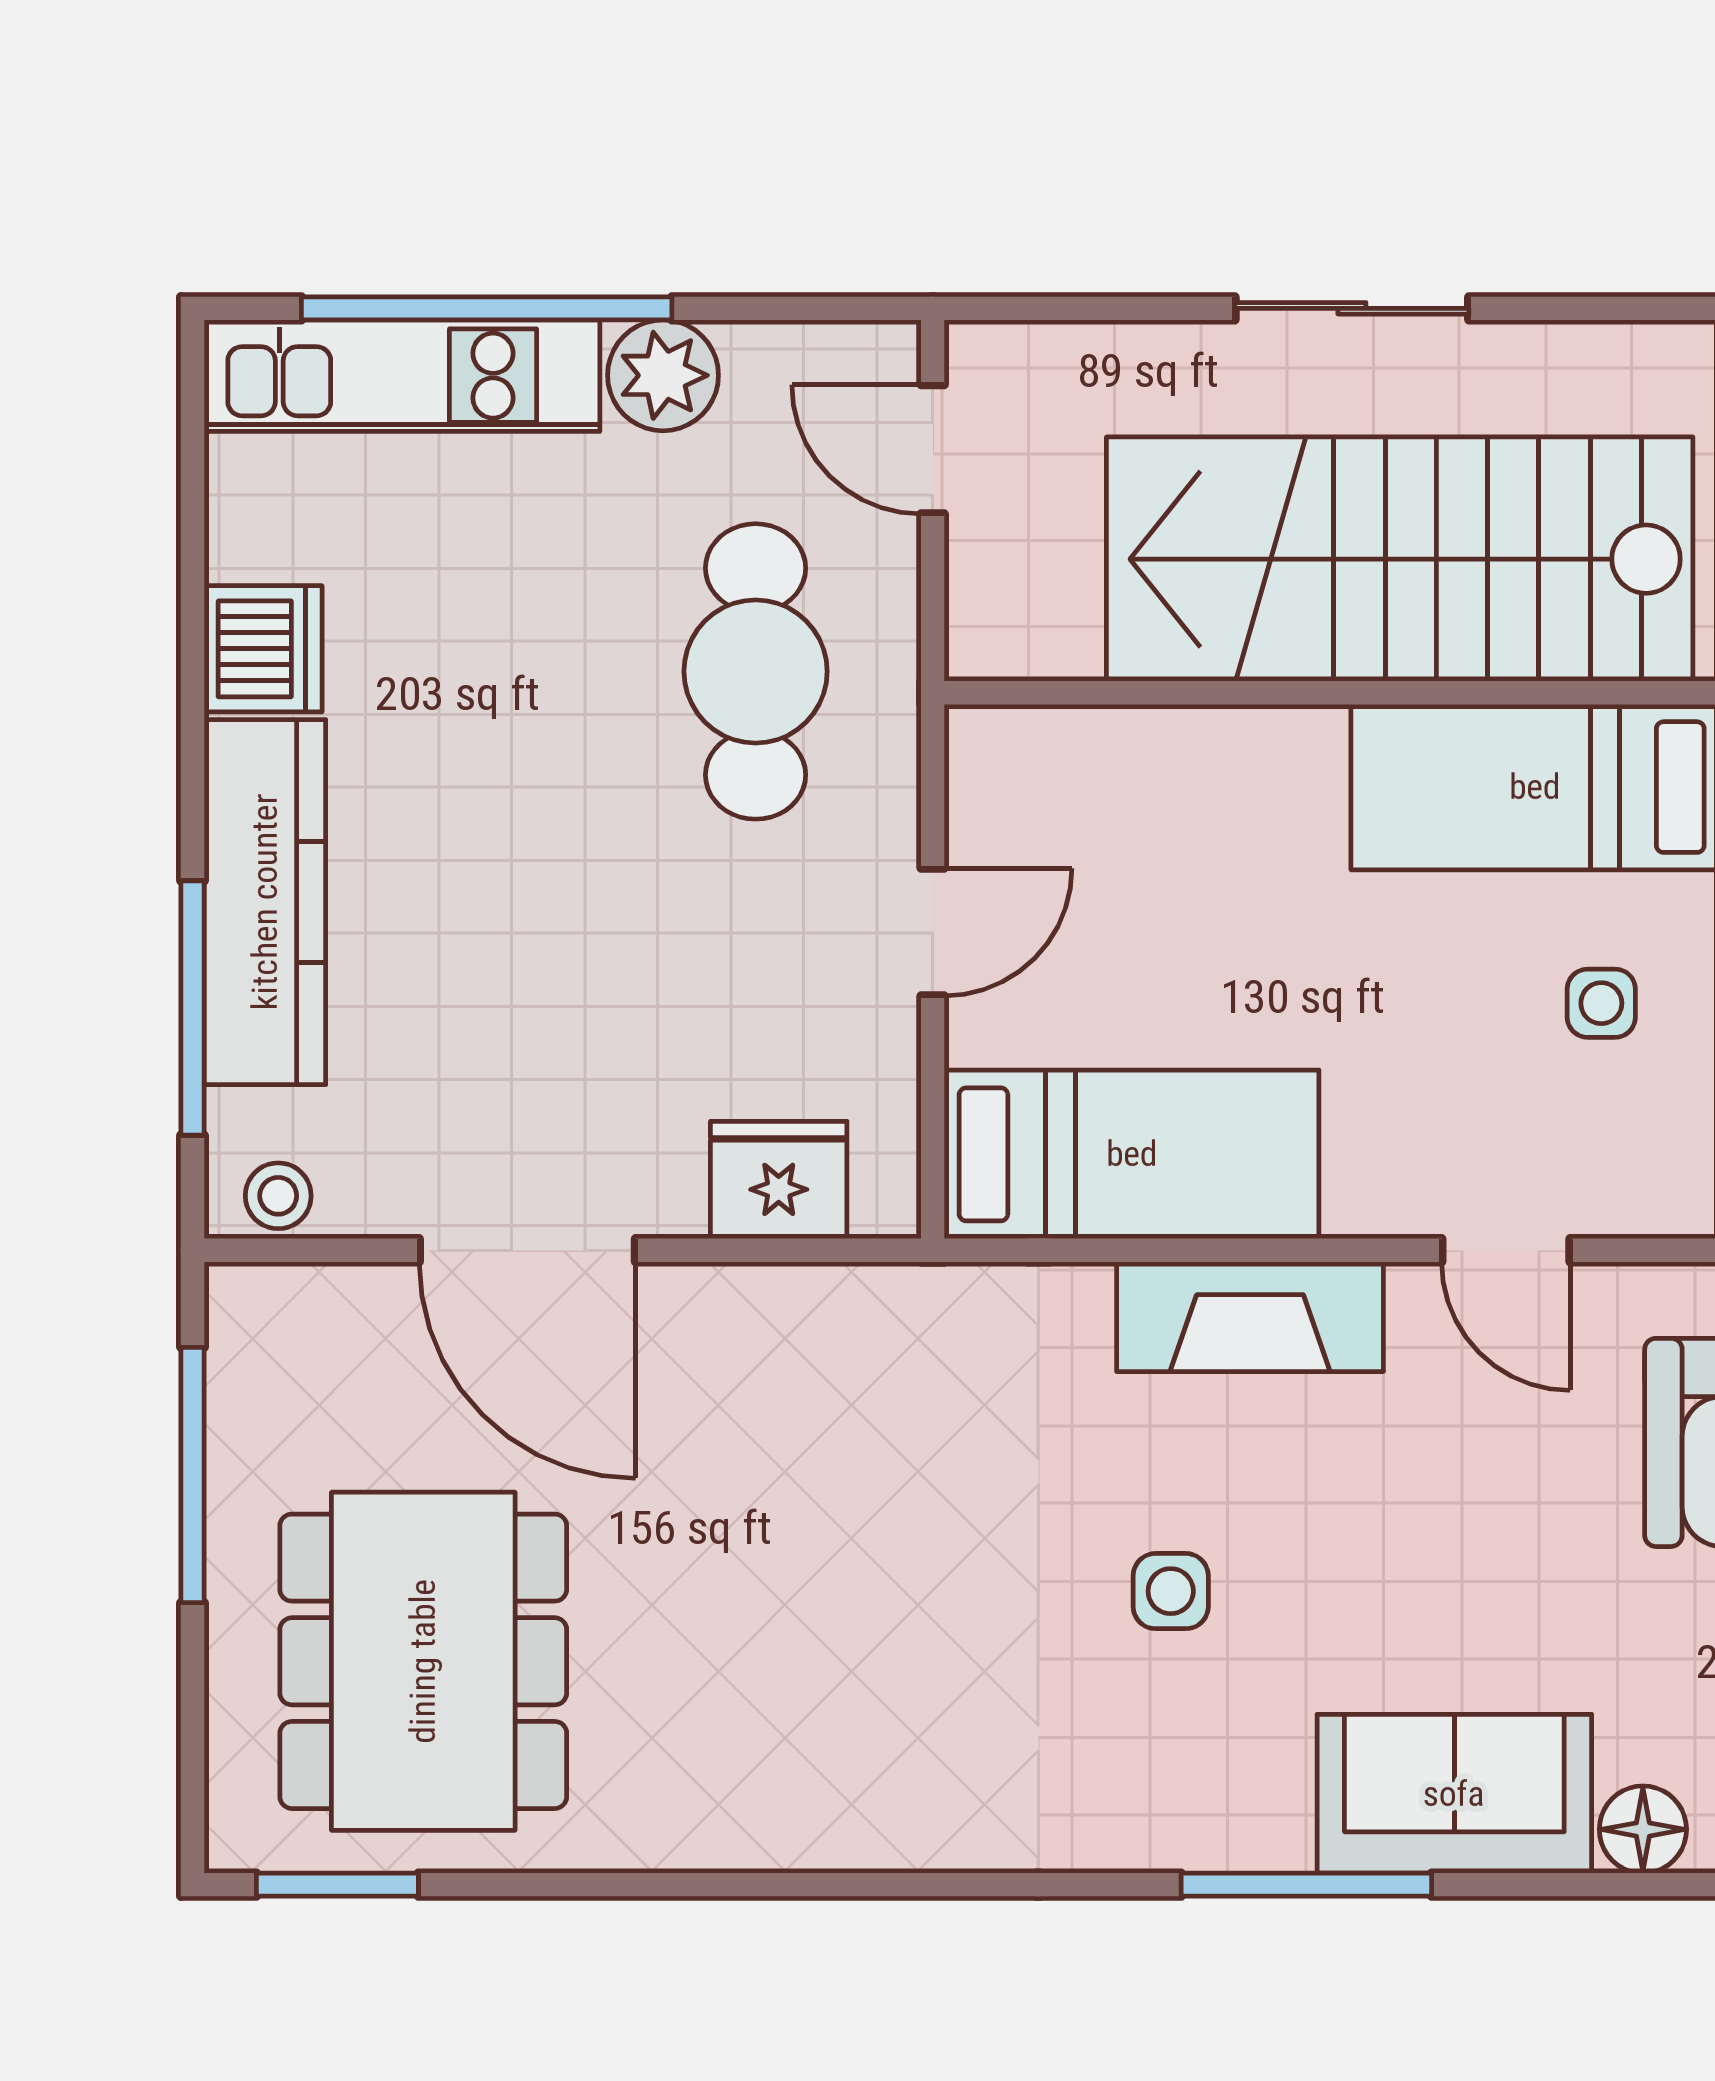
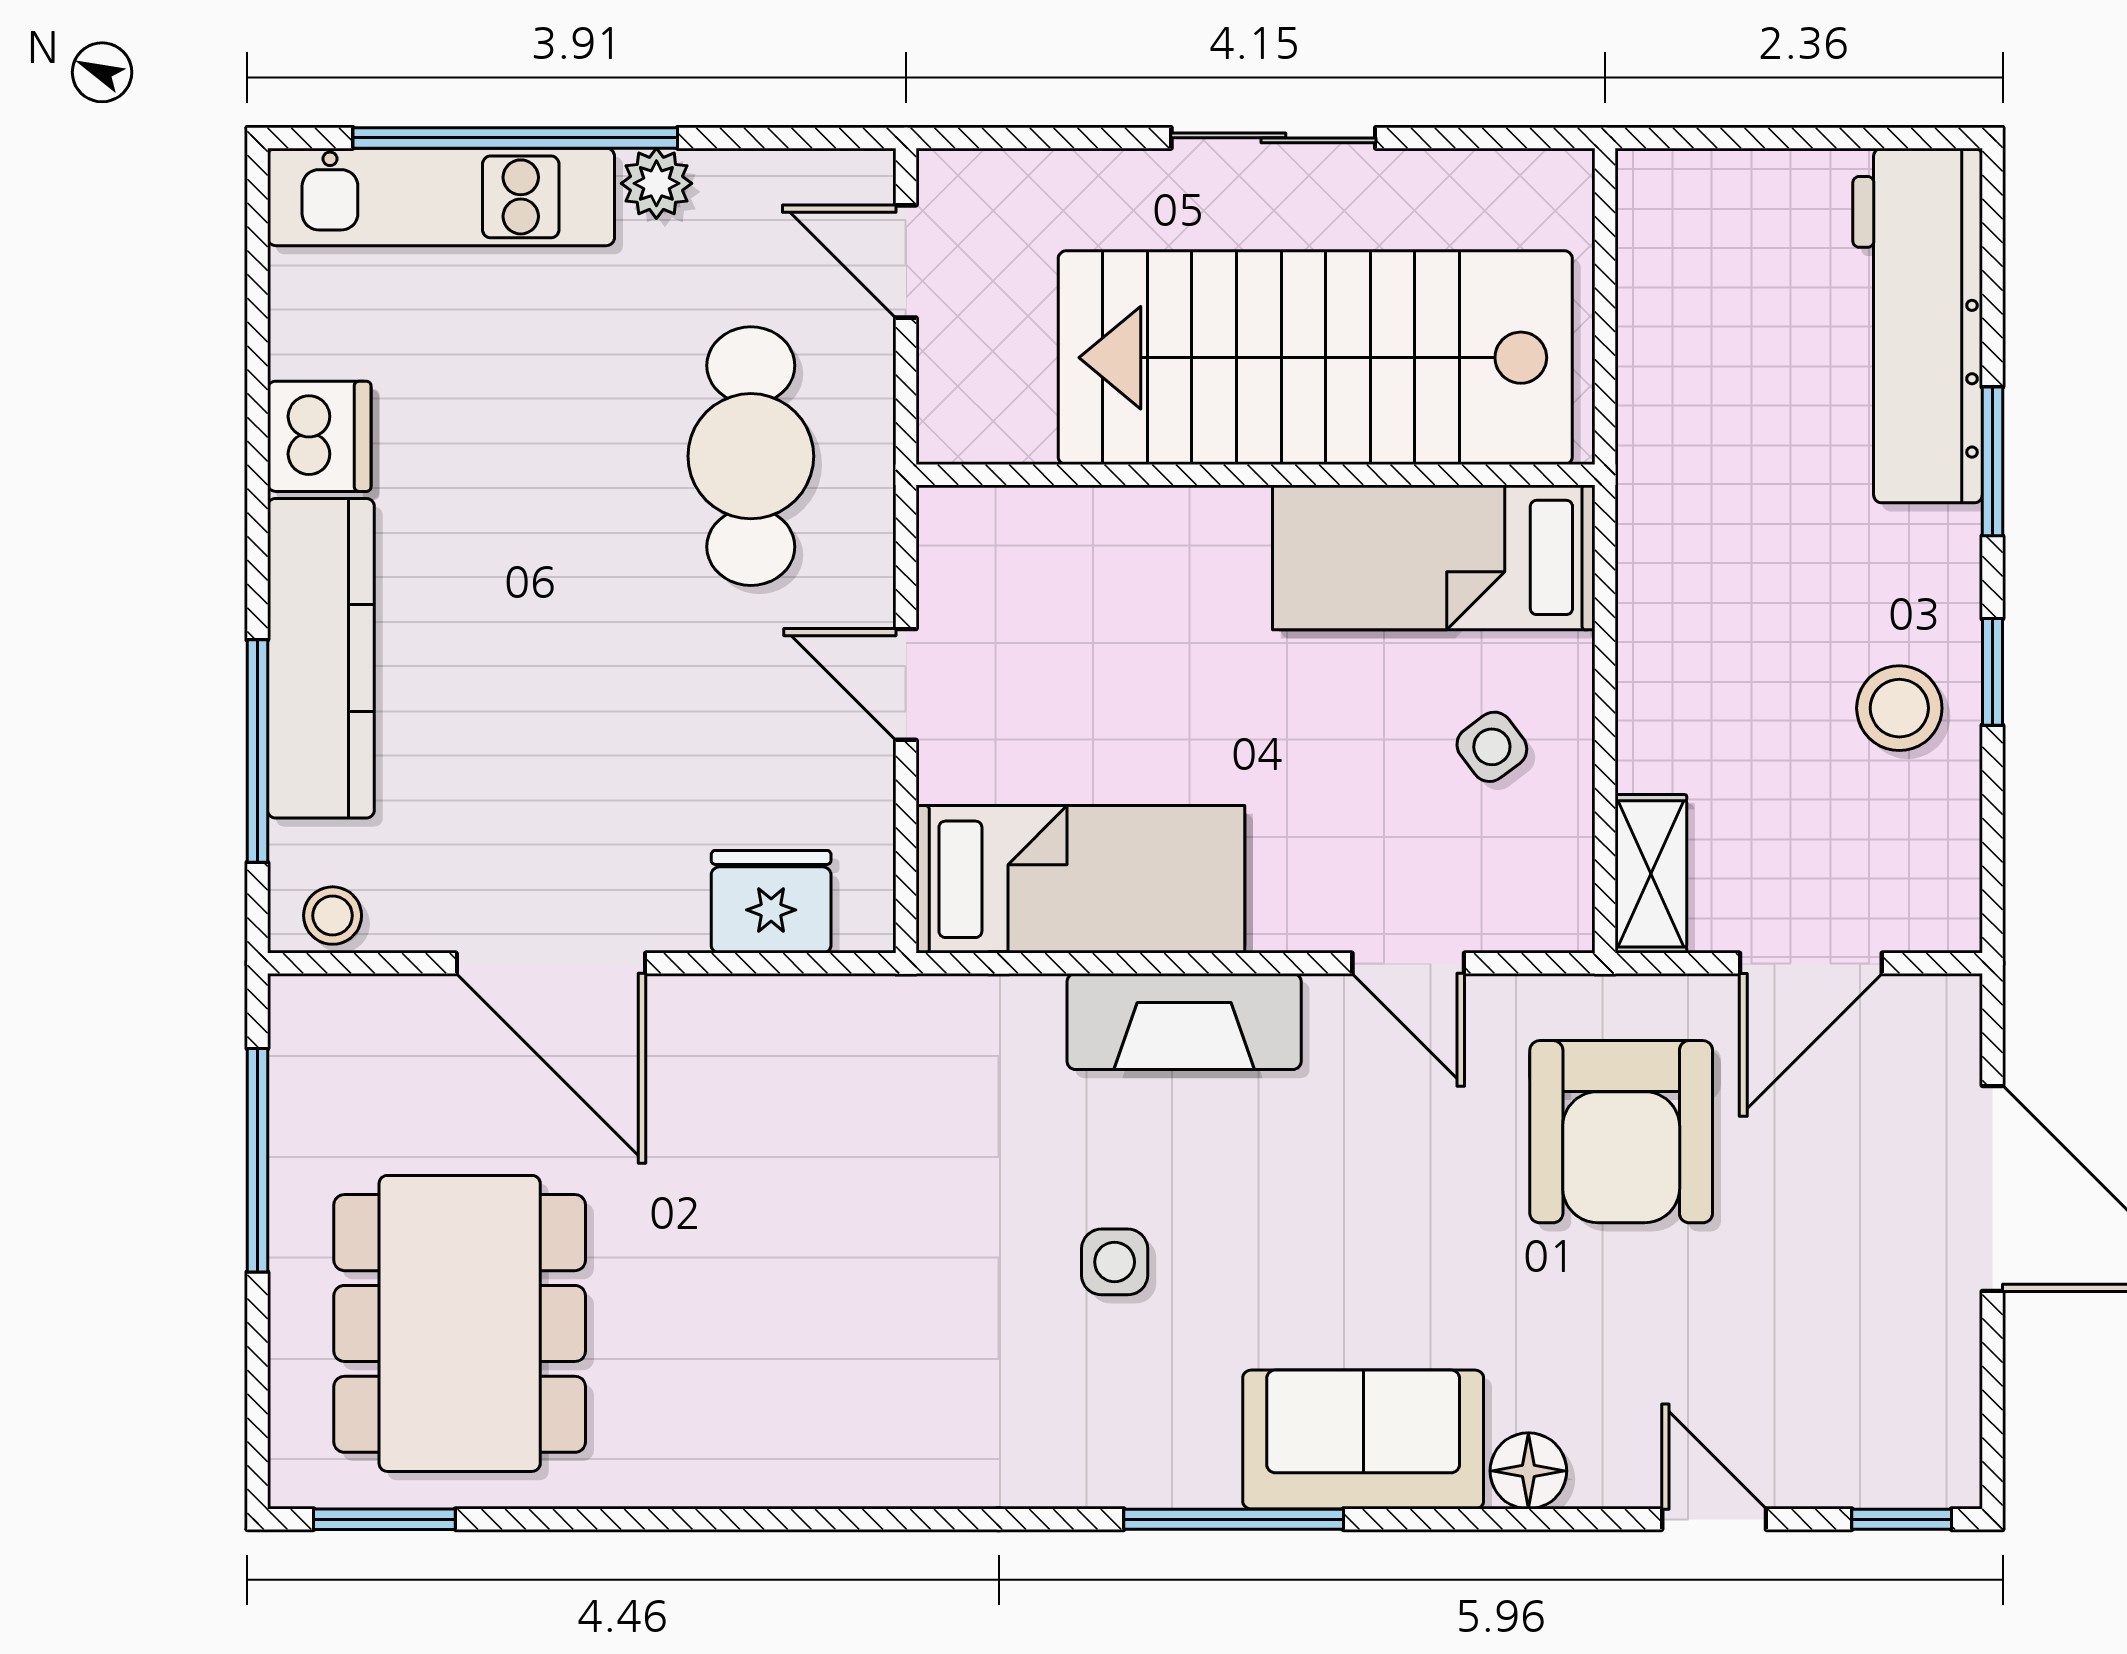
plant: (663, 375) -> (656, 183), width x0.73, depth x0.73
door: (933, 932) -> (906, 684), swing flipped
side table: (1601, 1003) -> (1492, 747), turned -37

